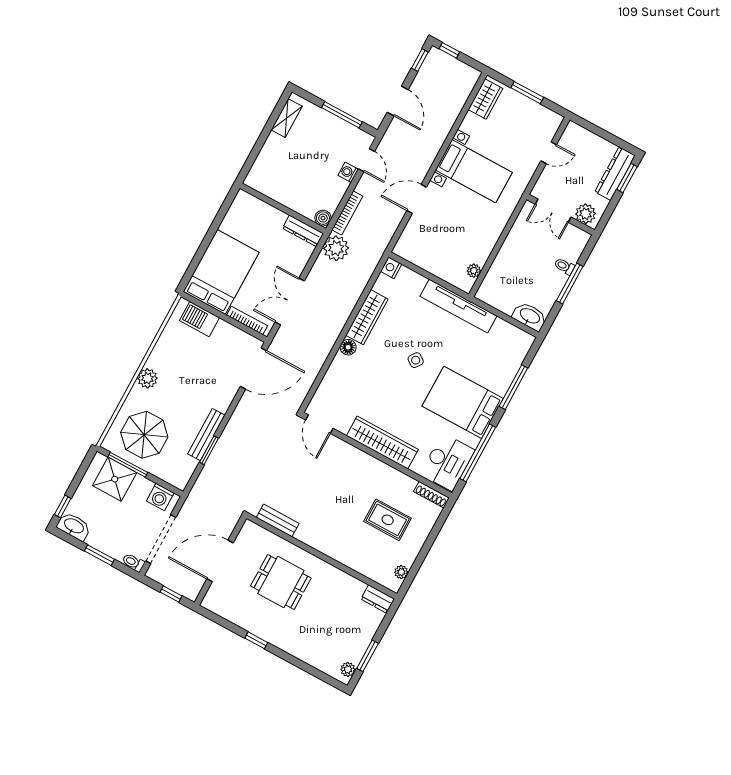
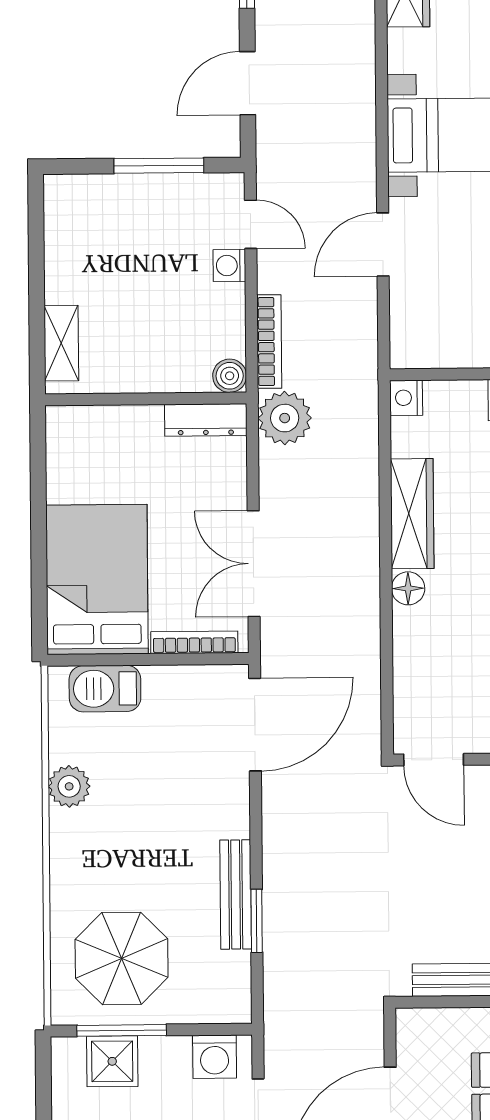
door: (398, 101) -> (248, 83), swing flipped
shelving: (287, 118) -> (61, 343), moved
plant: (147, 378) -> (69, 786), moved
shower: (115, 479) -> (112, 1061), width x0.73, depth x0.73

